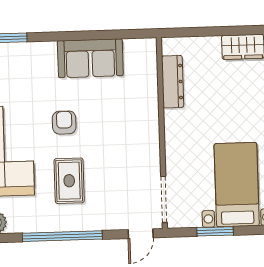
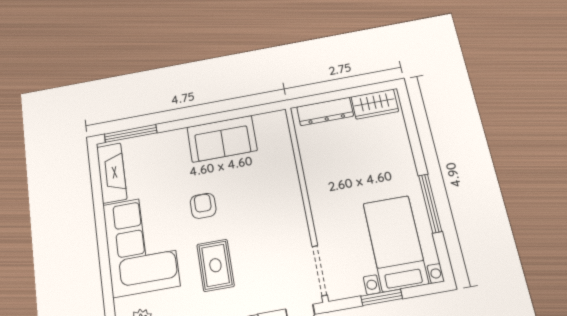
dresser: (173, 82) -> (325, 111), moved, turned 90

